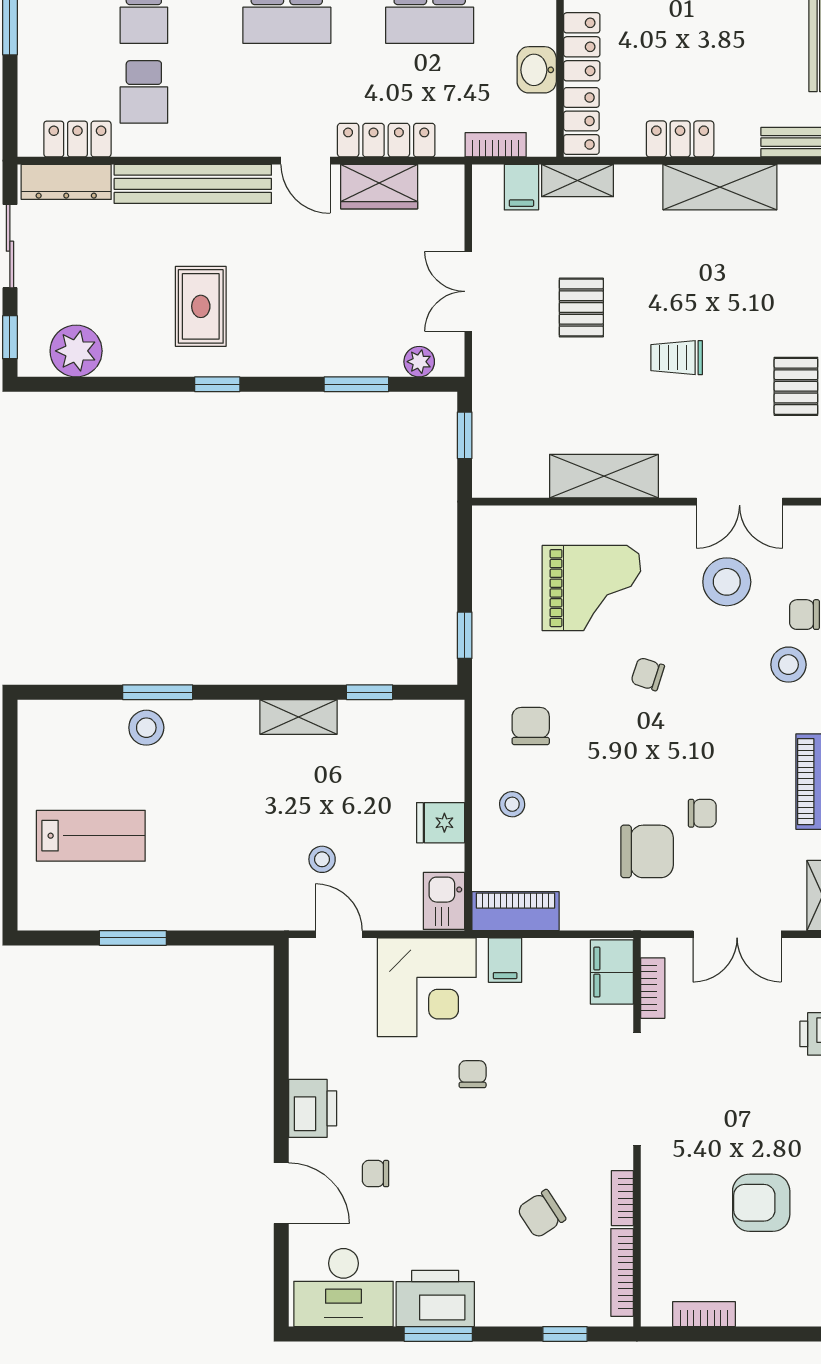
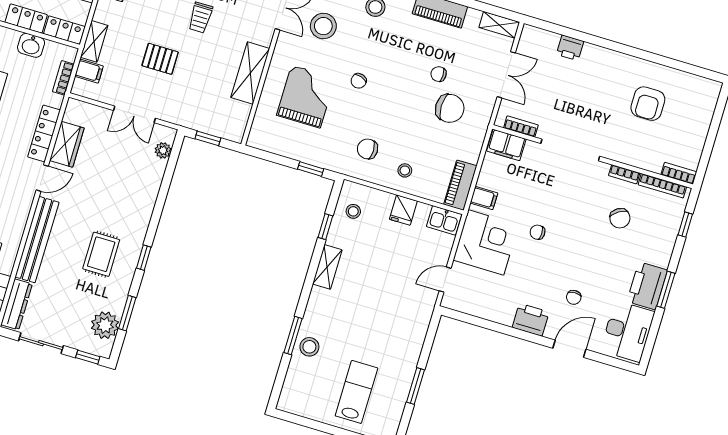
rug: (201, 306) -> (101, 254), turned 90
window: (356, 384) -> (127, 313), moved
chair: (702, 813) -> (439, 74), turned -90
chair: (647, 851) -> (450, 108), turned 90
stool: (322, 859) -> (353, 211), moved
bookcase: (704, 1314) -> (679, 173), moved, turned 90

